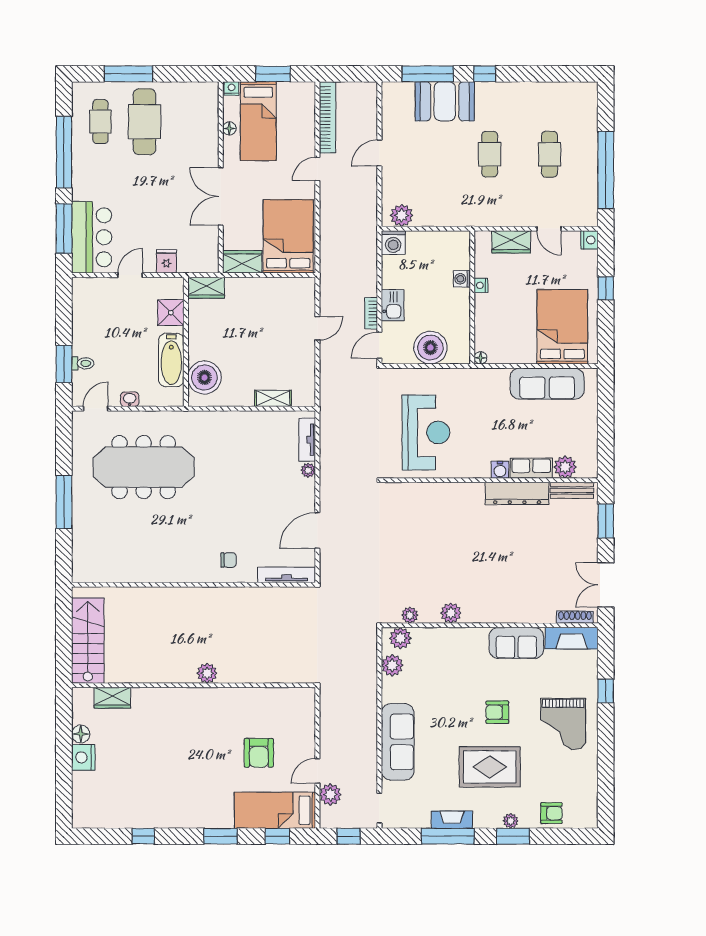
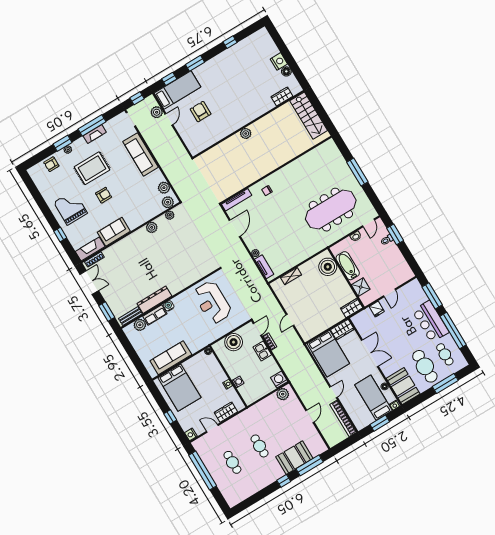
booth: (199, 111) -> (403, 386), added
bar counter: (92, 237) -> (430, 321), moved

